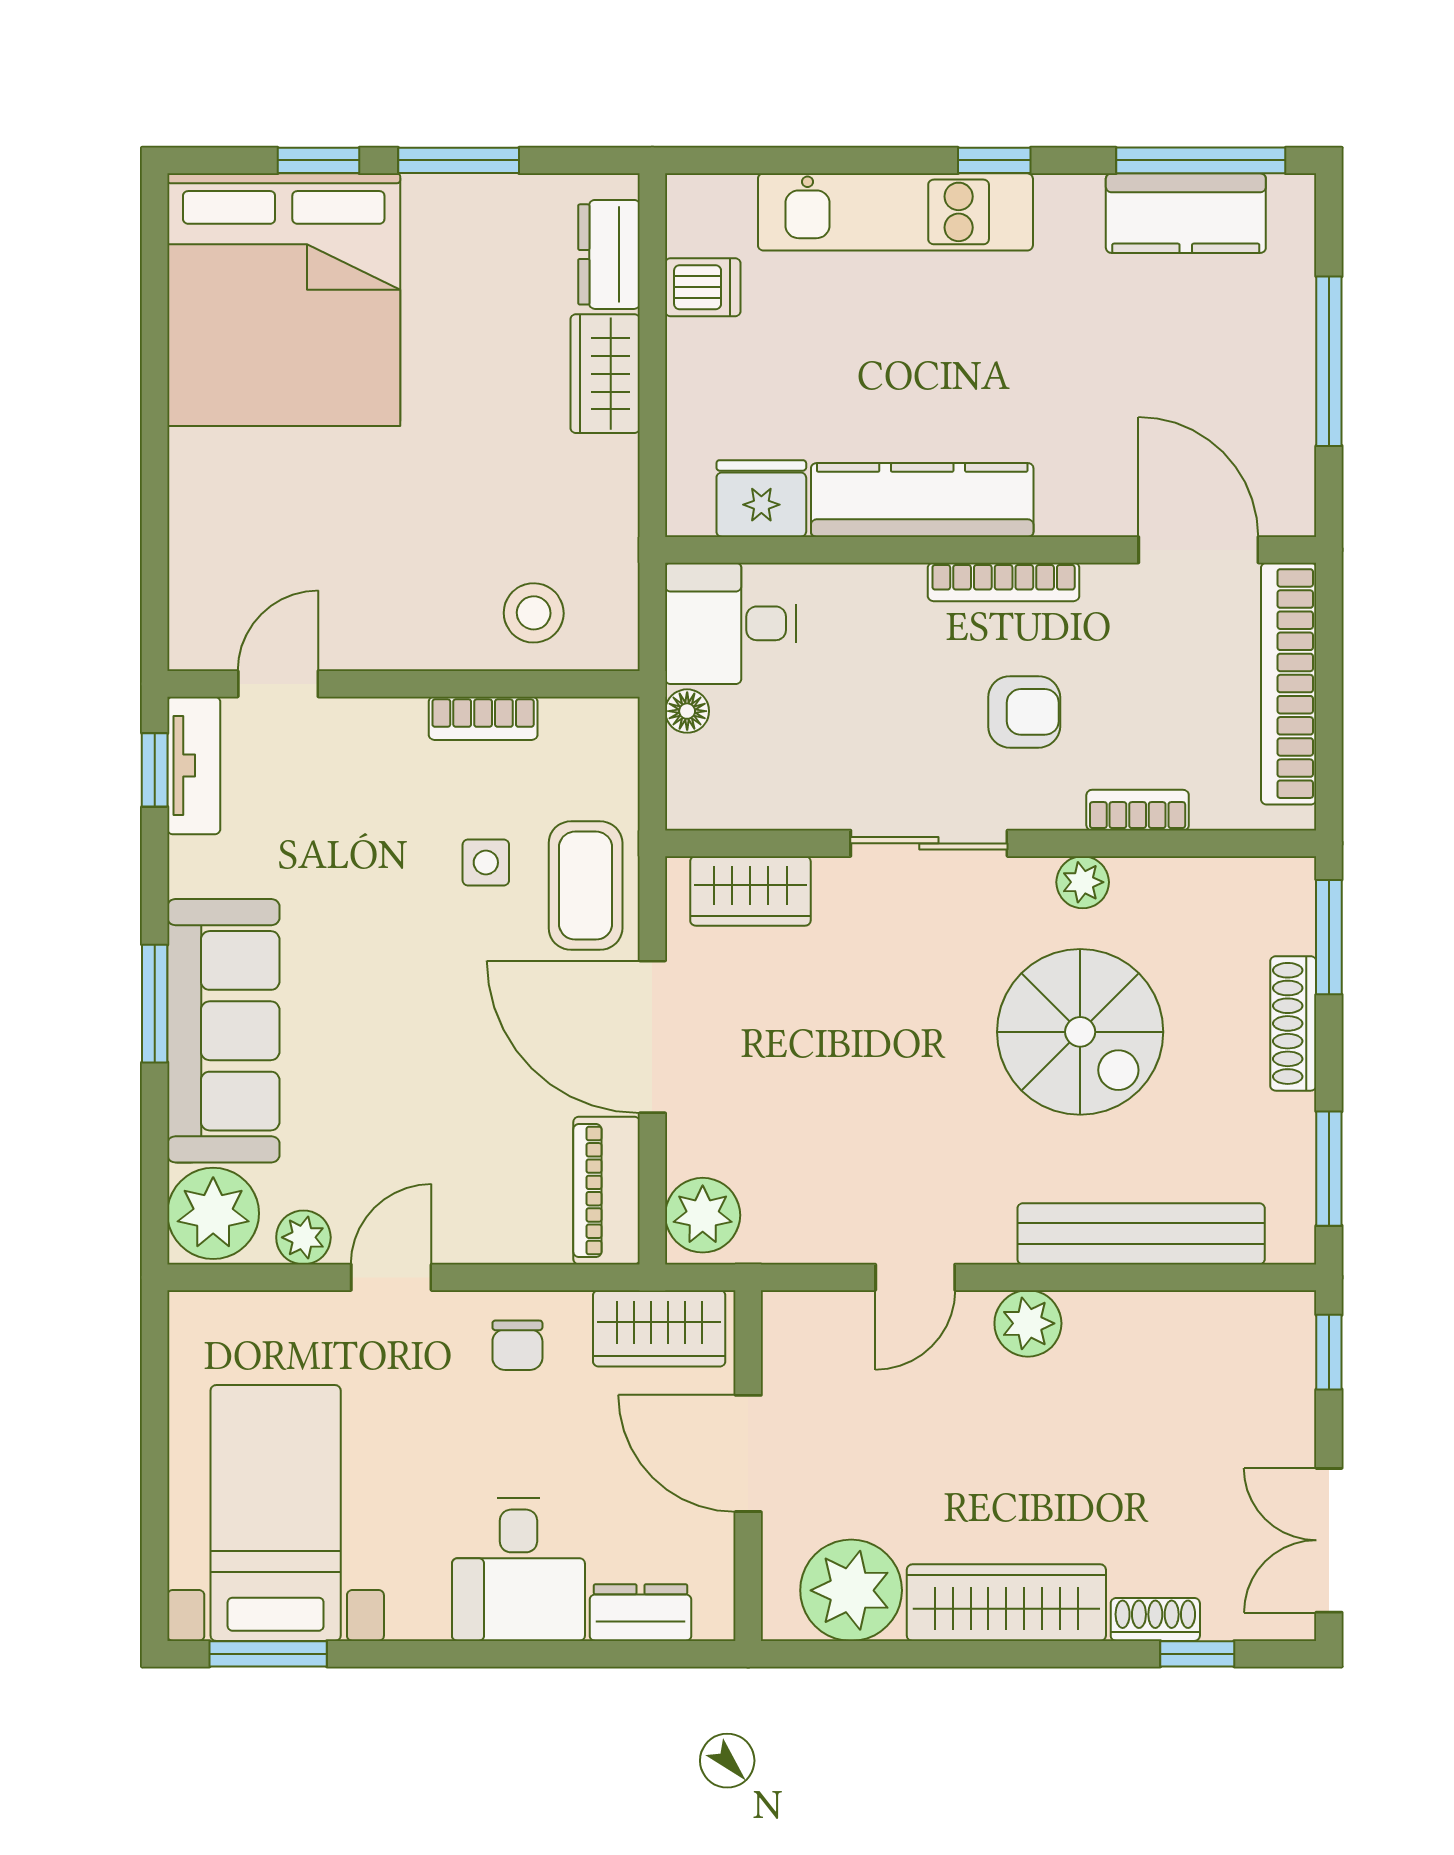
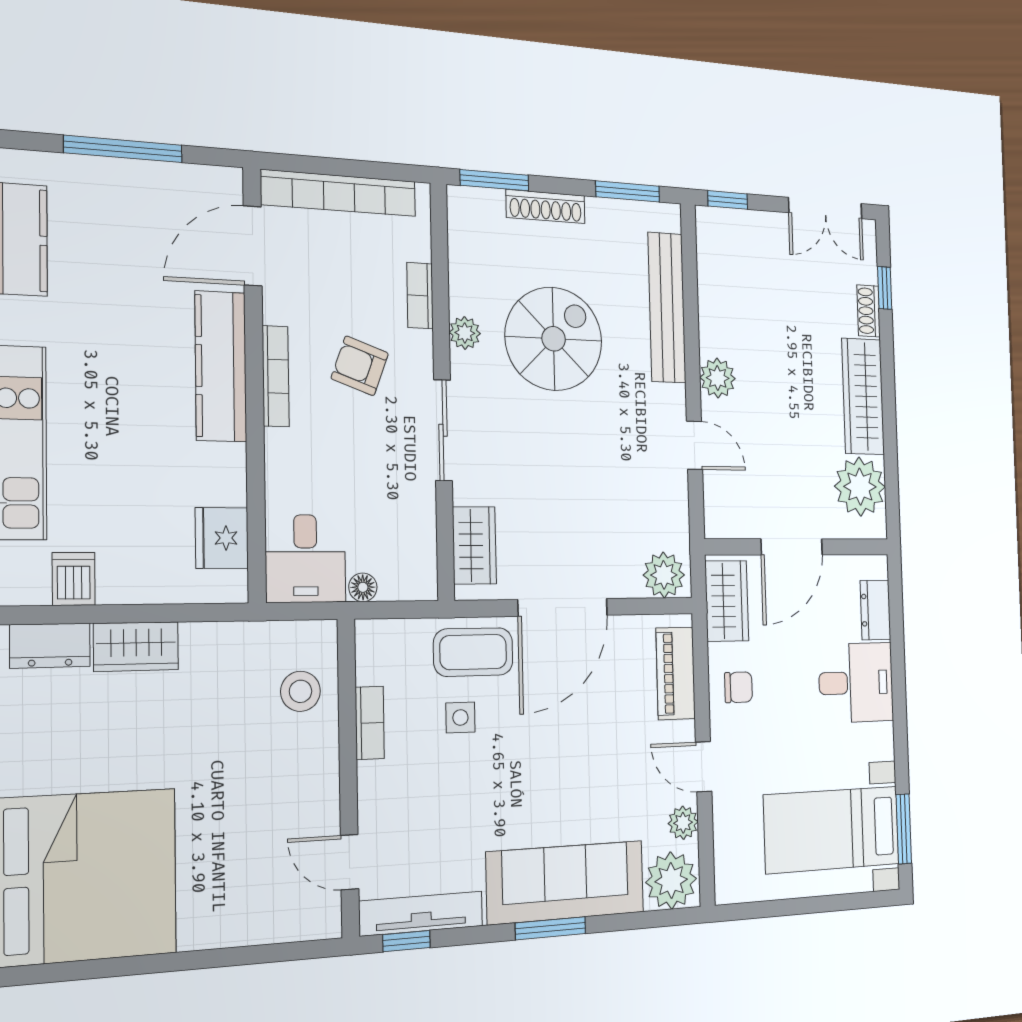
kitchen counter: (922, 500) -> (221, 366), moved
armchair: (1024, 712) -> (360, 366), turned -70
tv unit: (194, 766) -> (421, 914), width x1.41
piano: (607, 1191) -> (676, 673), moved, turned 90

